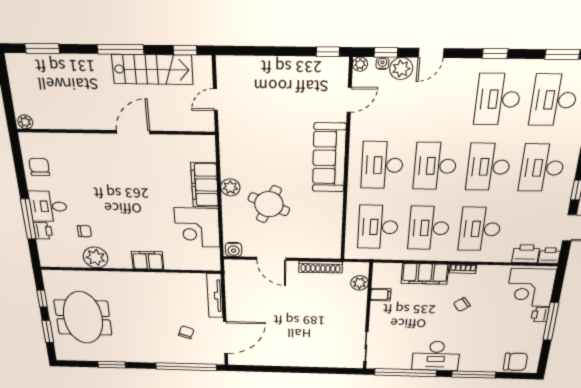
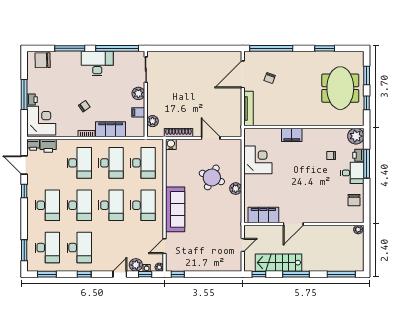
window: (42, 49) -> (341, 274), width x1.44
filing cabinet: (205, 185) -> (263, 215), moved, turned -90
water cooler: (234, 249) -> (171, 144), moved
plant: (96, 257) -> (356, 136), moved
plant: (379, 318) -> (138, 93), added

